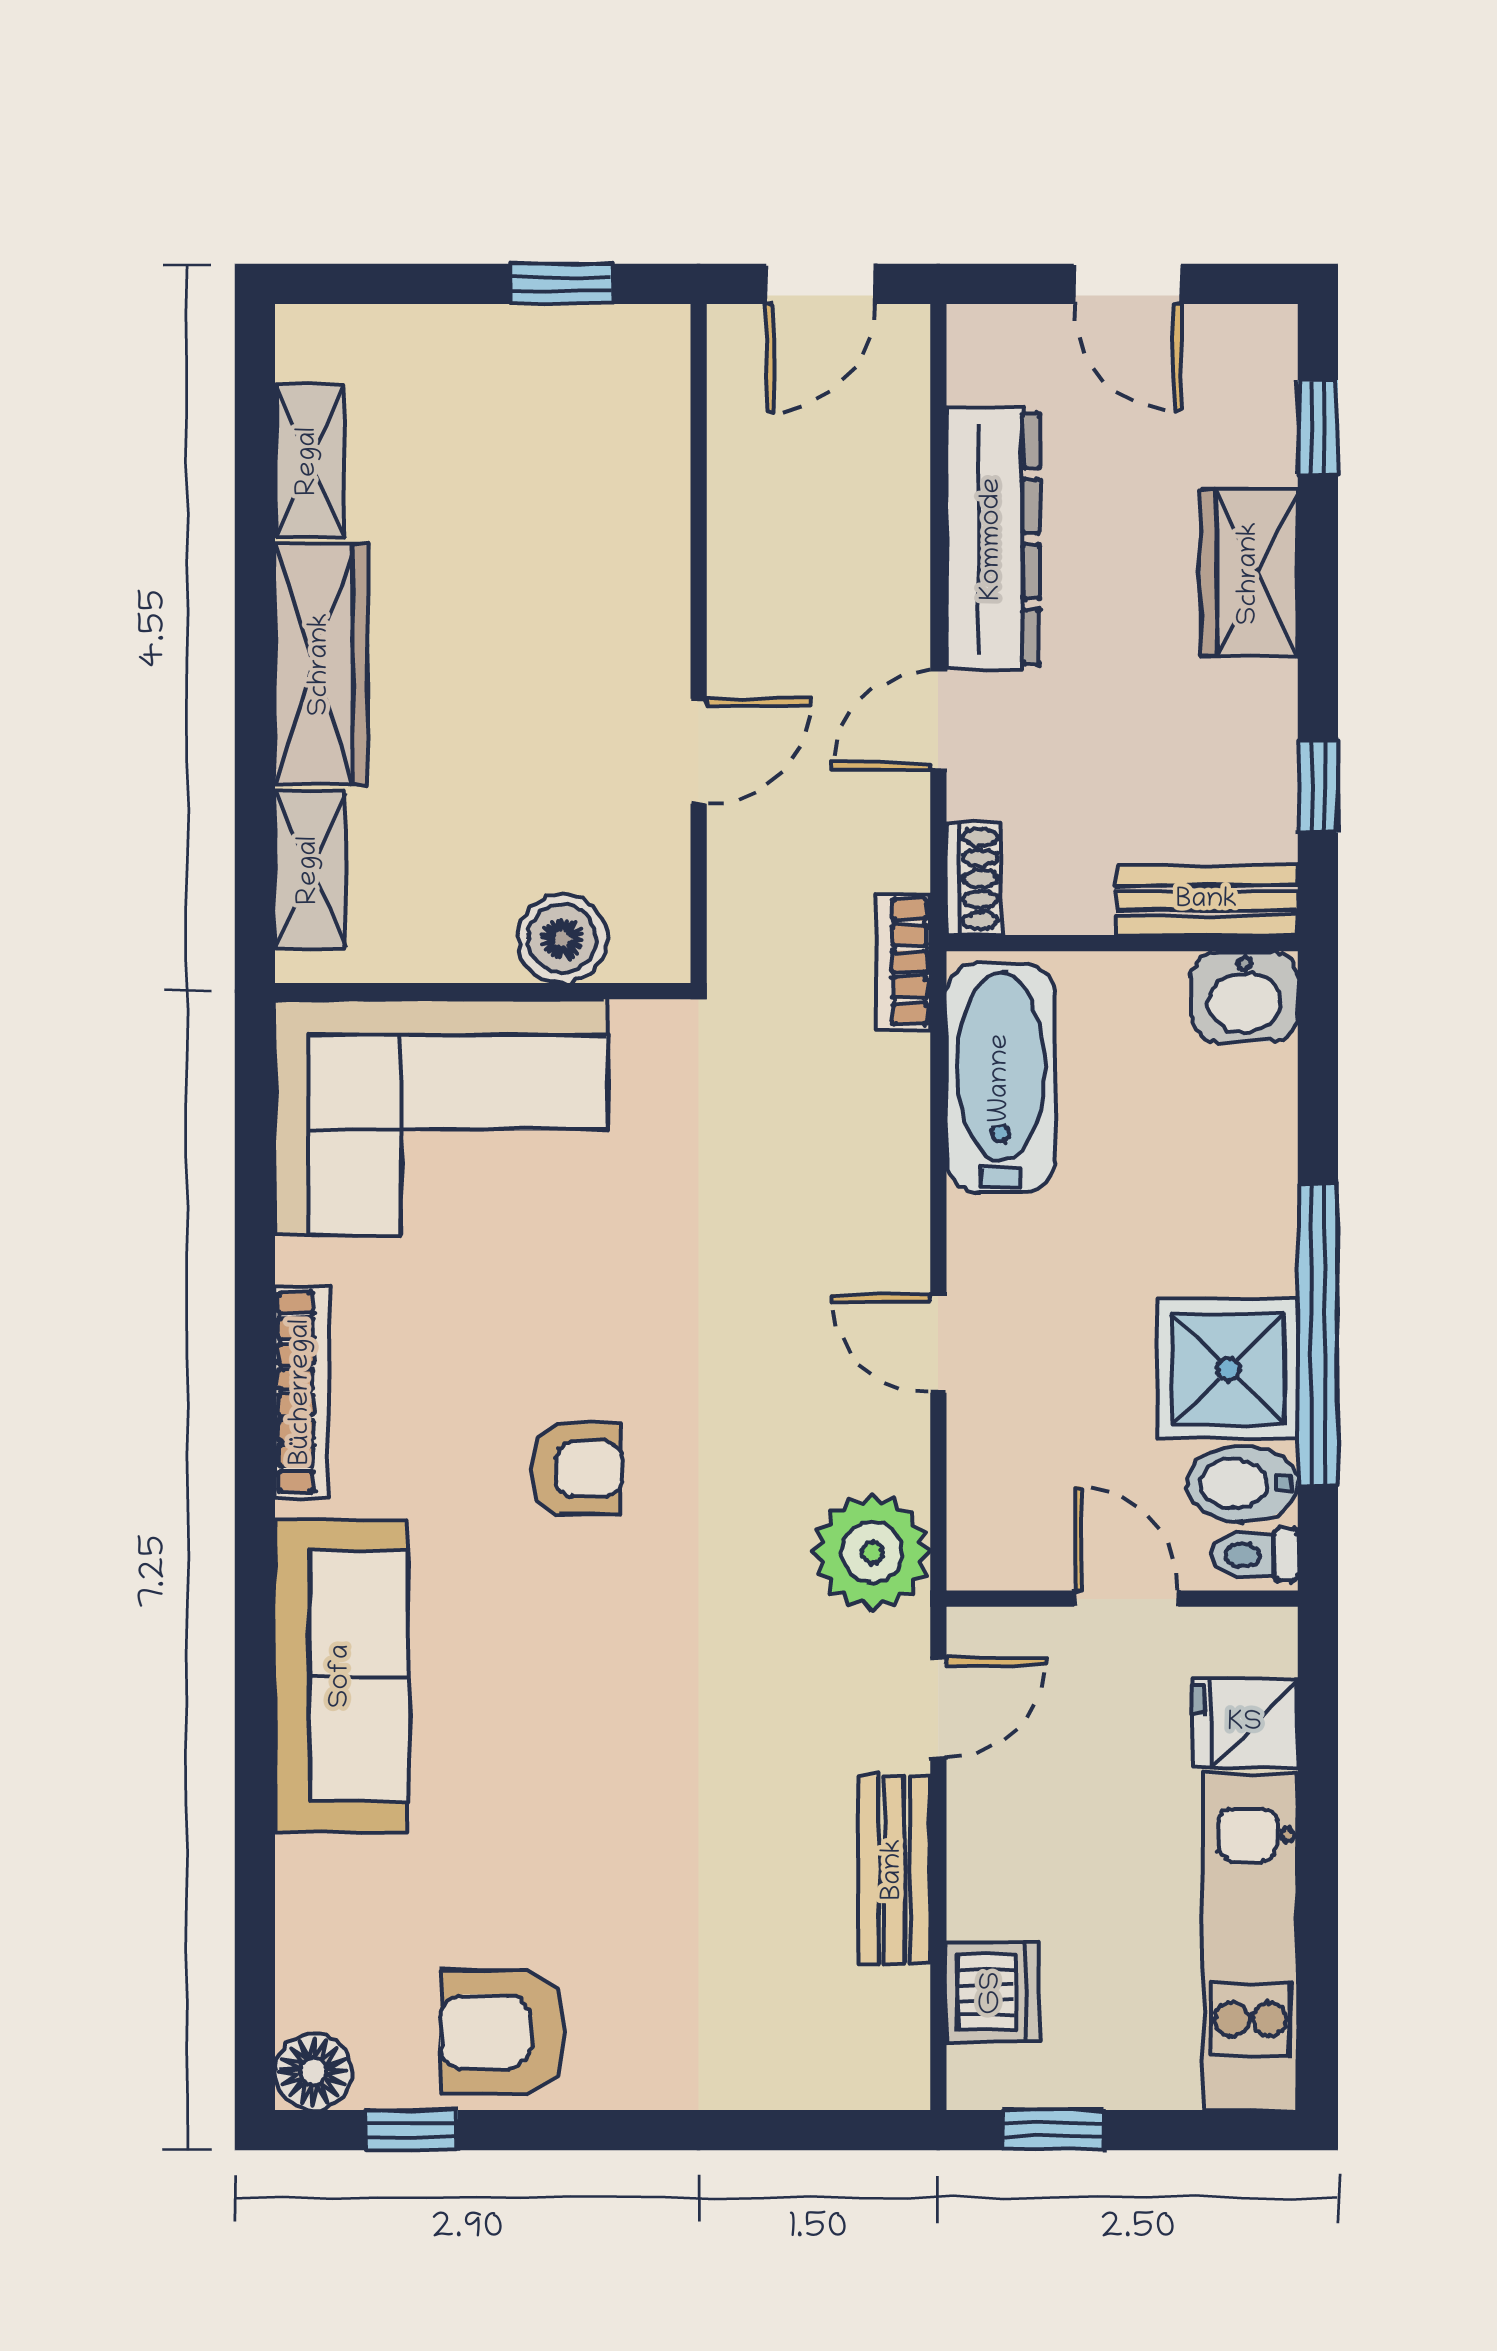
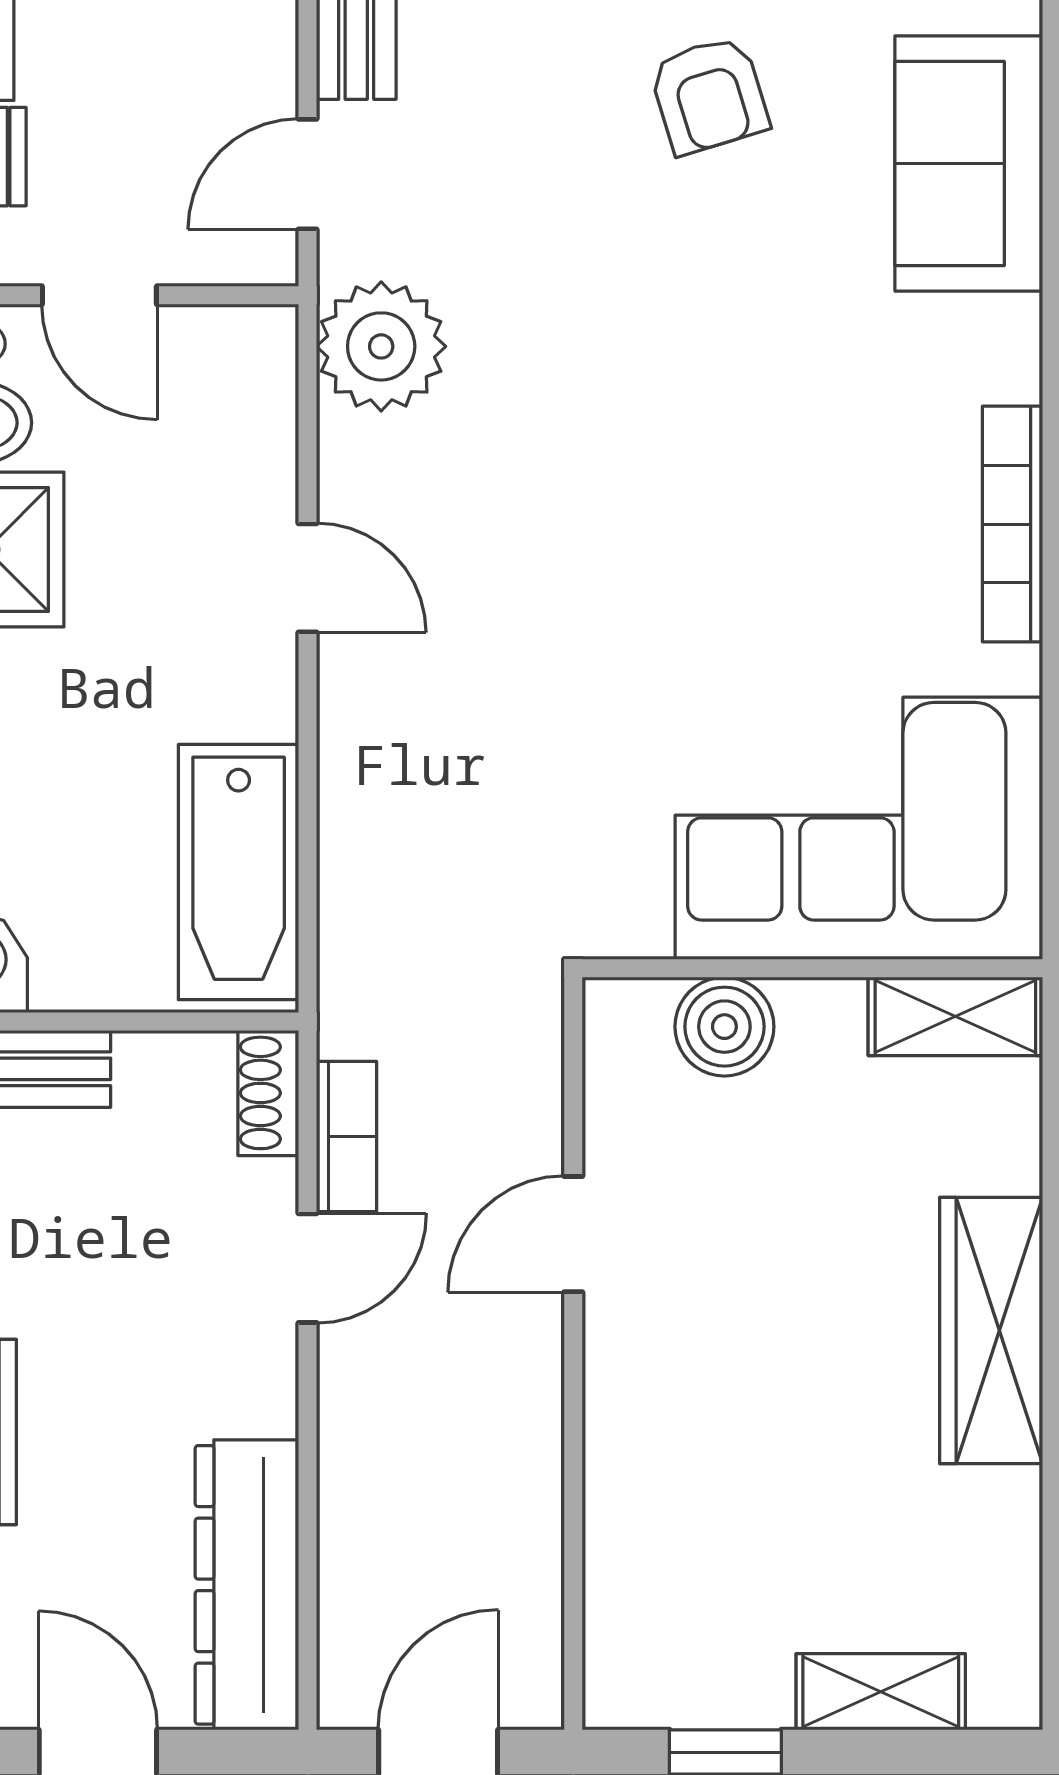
shelving: (309, 461) -> (881, 1692), moved, turned 90
dresser: (993, 539) -> (247, 1585), moved
shelving: (310, 870) -> (955, 1016), moved, turned 90
bookcase: (903, 962) -> (346, 1136), moved
armchair: (576, 1469) -> (709, 95), moved, turned -107
sofa: (342, 1676) -> (969, 163), width x0.73

